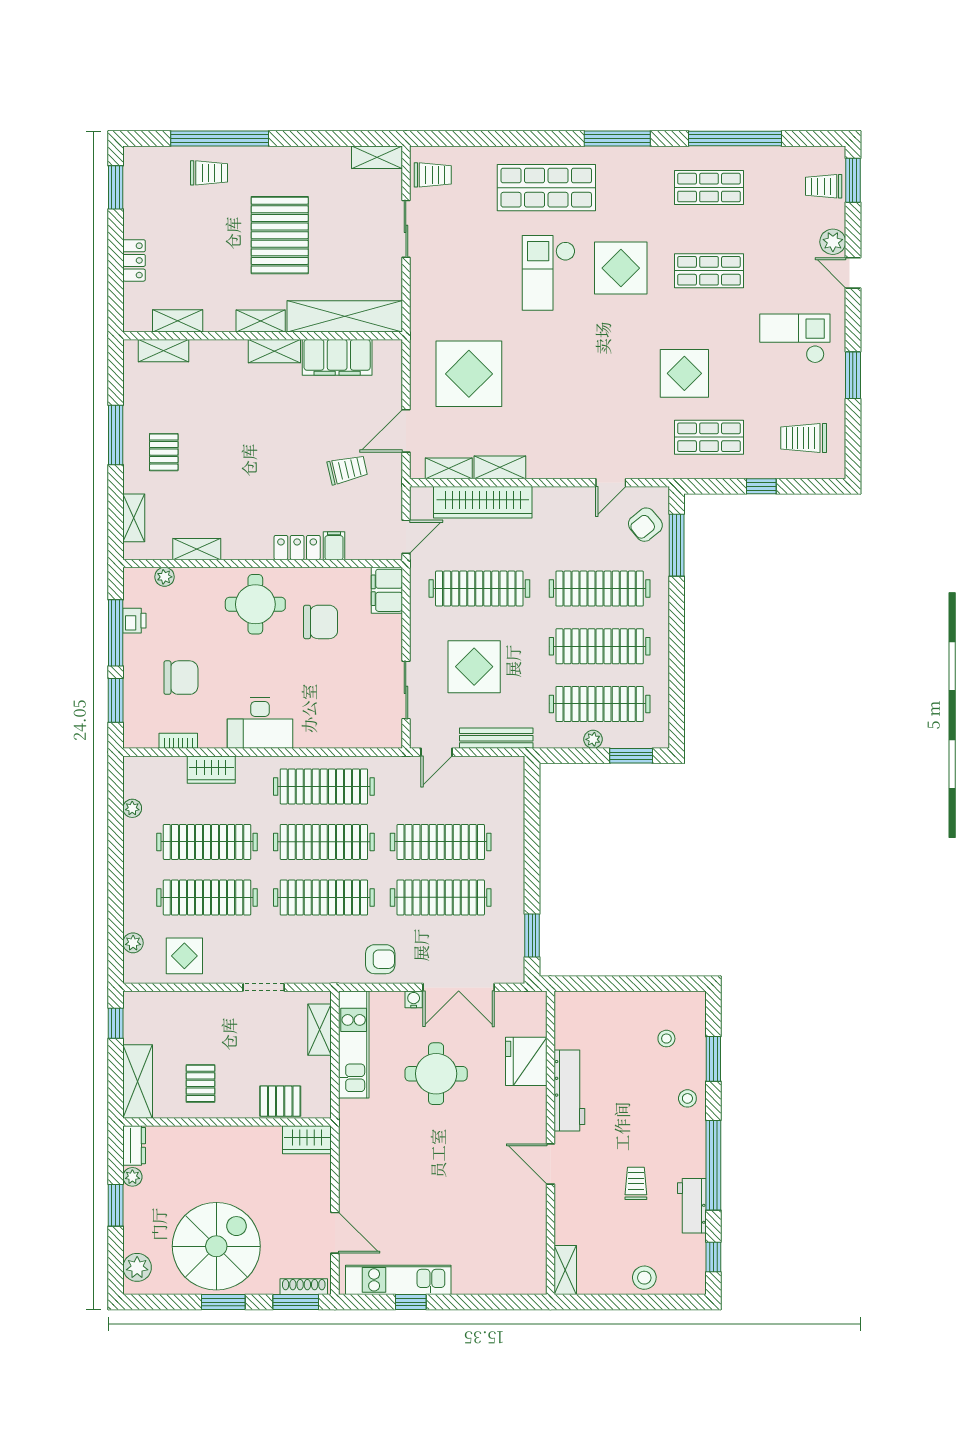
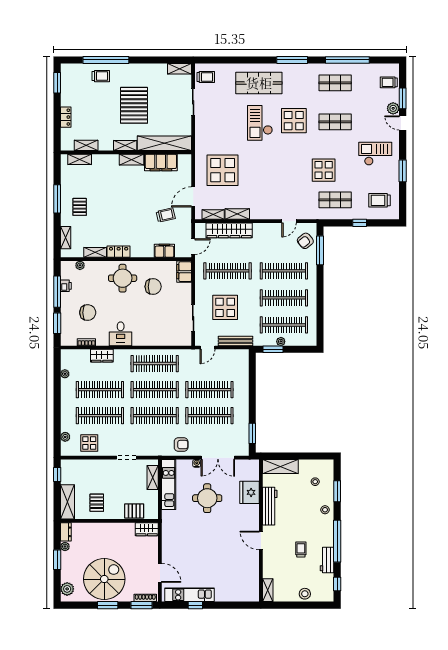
window: (853, 180) -> (403, 98), moved
filing cabinet: (334, 546) -> (164, 251), width x2.00
locker: (297, 548) -> (119, 252), moved
desk: (260, 723) -> (121, 334), width x0.73
window: (631, 756) -> (273, 349), moved
shelving: (592, 1006) -> (280, 467), added

